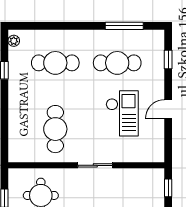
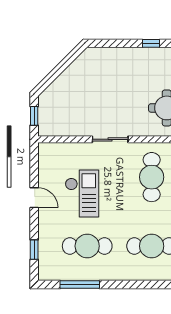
door: (168, 109) -> (34, 198), hinge flipped
checkout: (122, 113) -> (82, 193), turned 180

